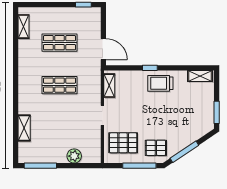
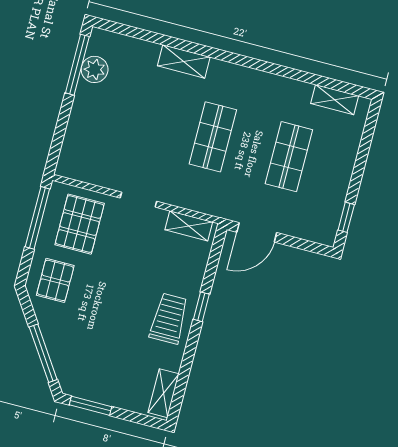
shelving: (24, 128) -> (184, 61), moved
window: (184, 152) -> (43, 353), moved
plant: (74, 156) -> (95, 69), moved
window: (139, 166) -> (37, 218), moved

